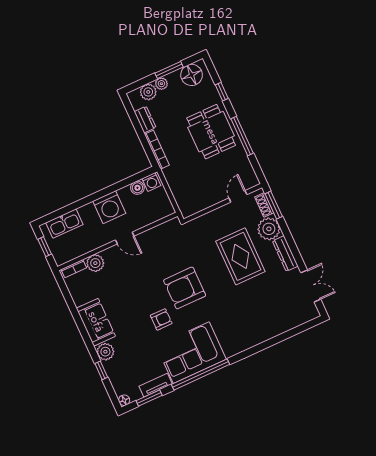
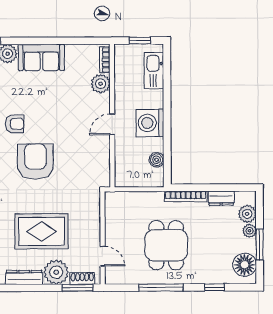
dining table: (211, 132) -> (166, 245), moved, turned 90
washing machine: (151, 182) -> (156, 176), removed
armchair: (161, 319) -> (15, 124), turned -90

